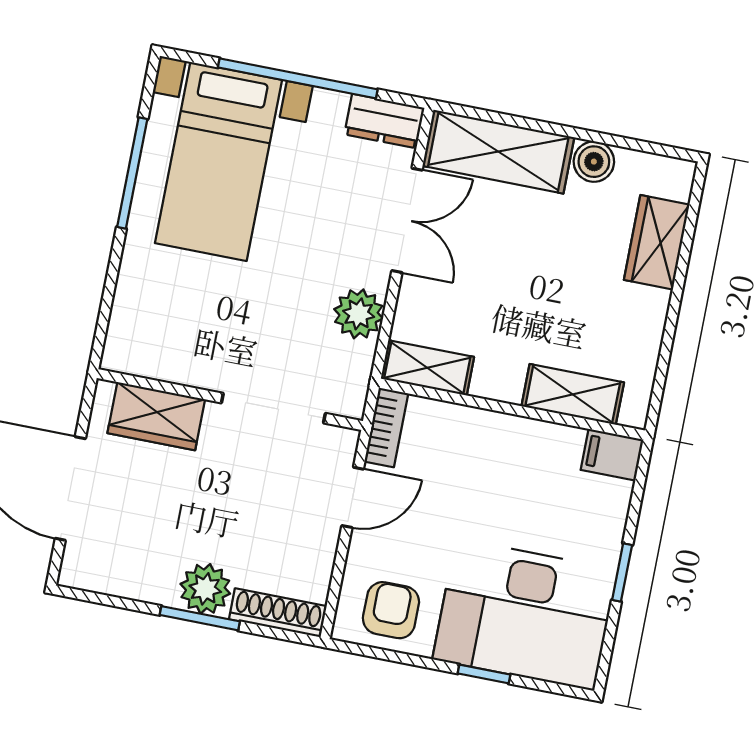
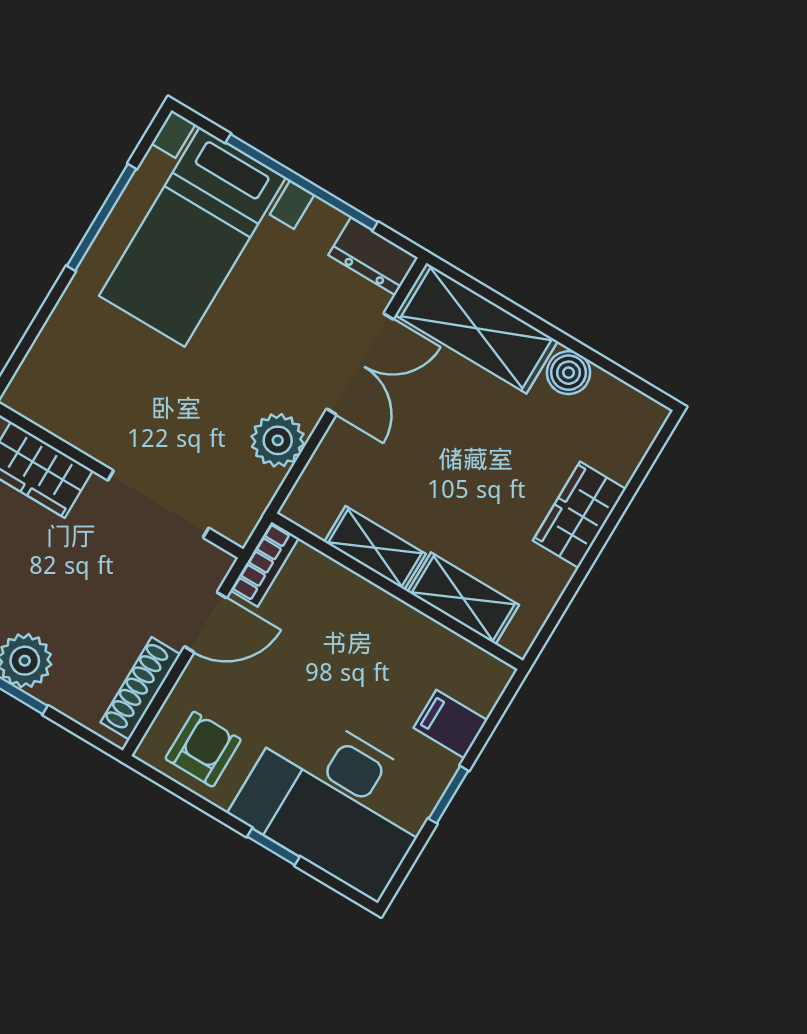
wardrobe: (657, 242) -> (579, 515), moved
shelving: (427, 368) -> (375, 548), moved
filing cabinet: (612, 455) -> (450, 724), moved
shoe rack: (278, 613) -> (141, 688), moved, turned -90

